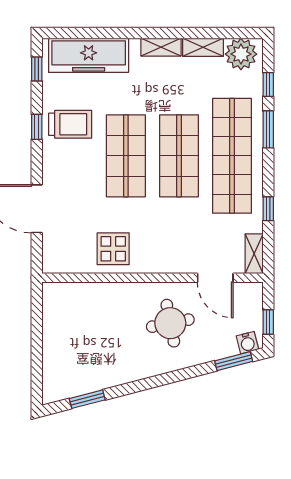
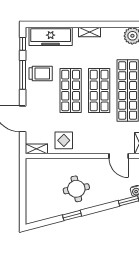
shelving: (203, 47) -> (36, 149), moved
window: (37, 127) -> (23, 75), width x2.17
round table: (170, 323) -> (76, 189), moved
window: (87, 399) -> (72, 215), moved

